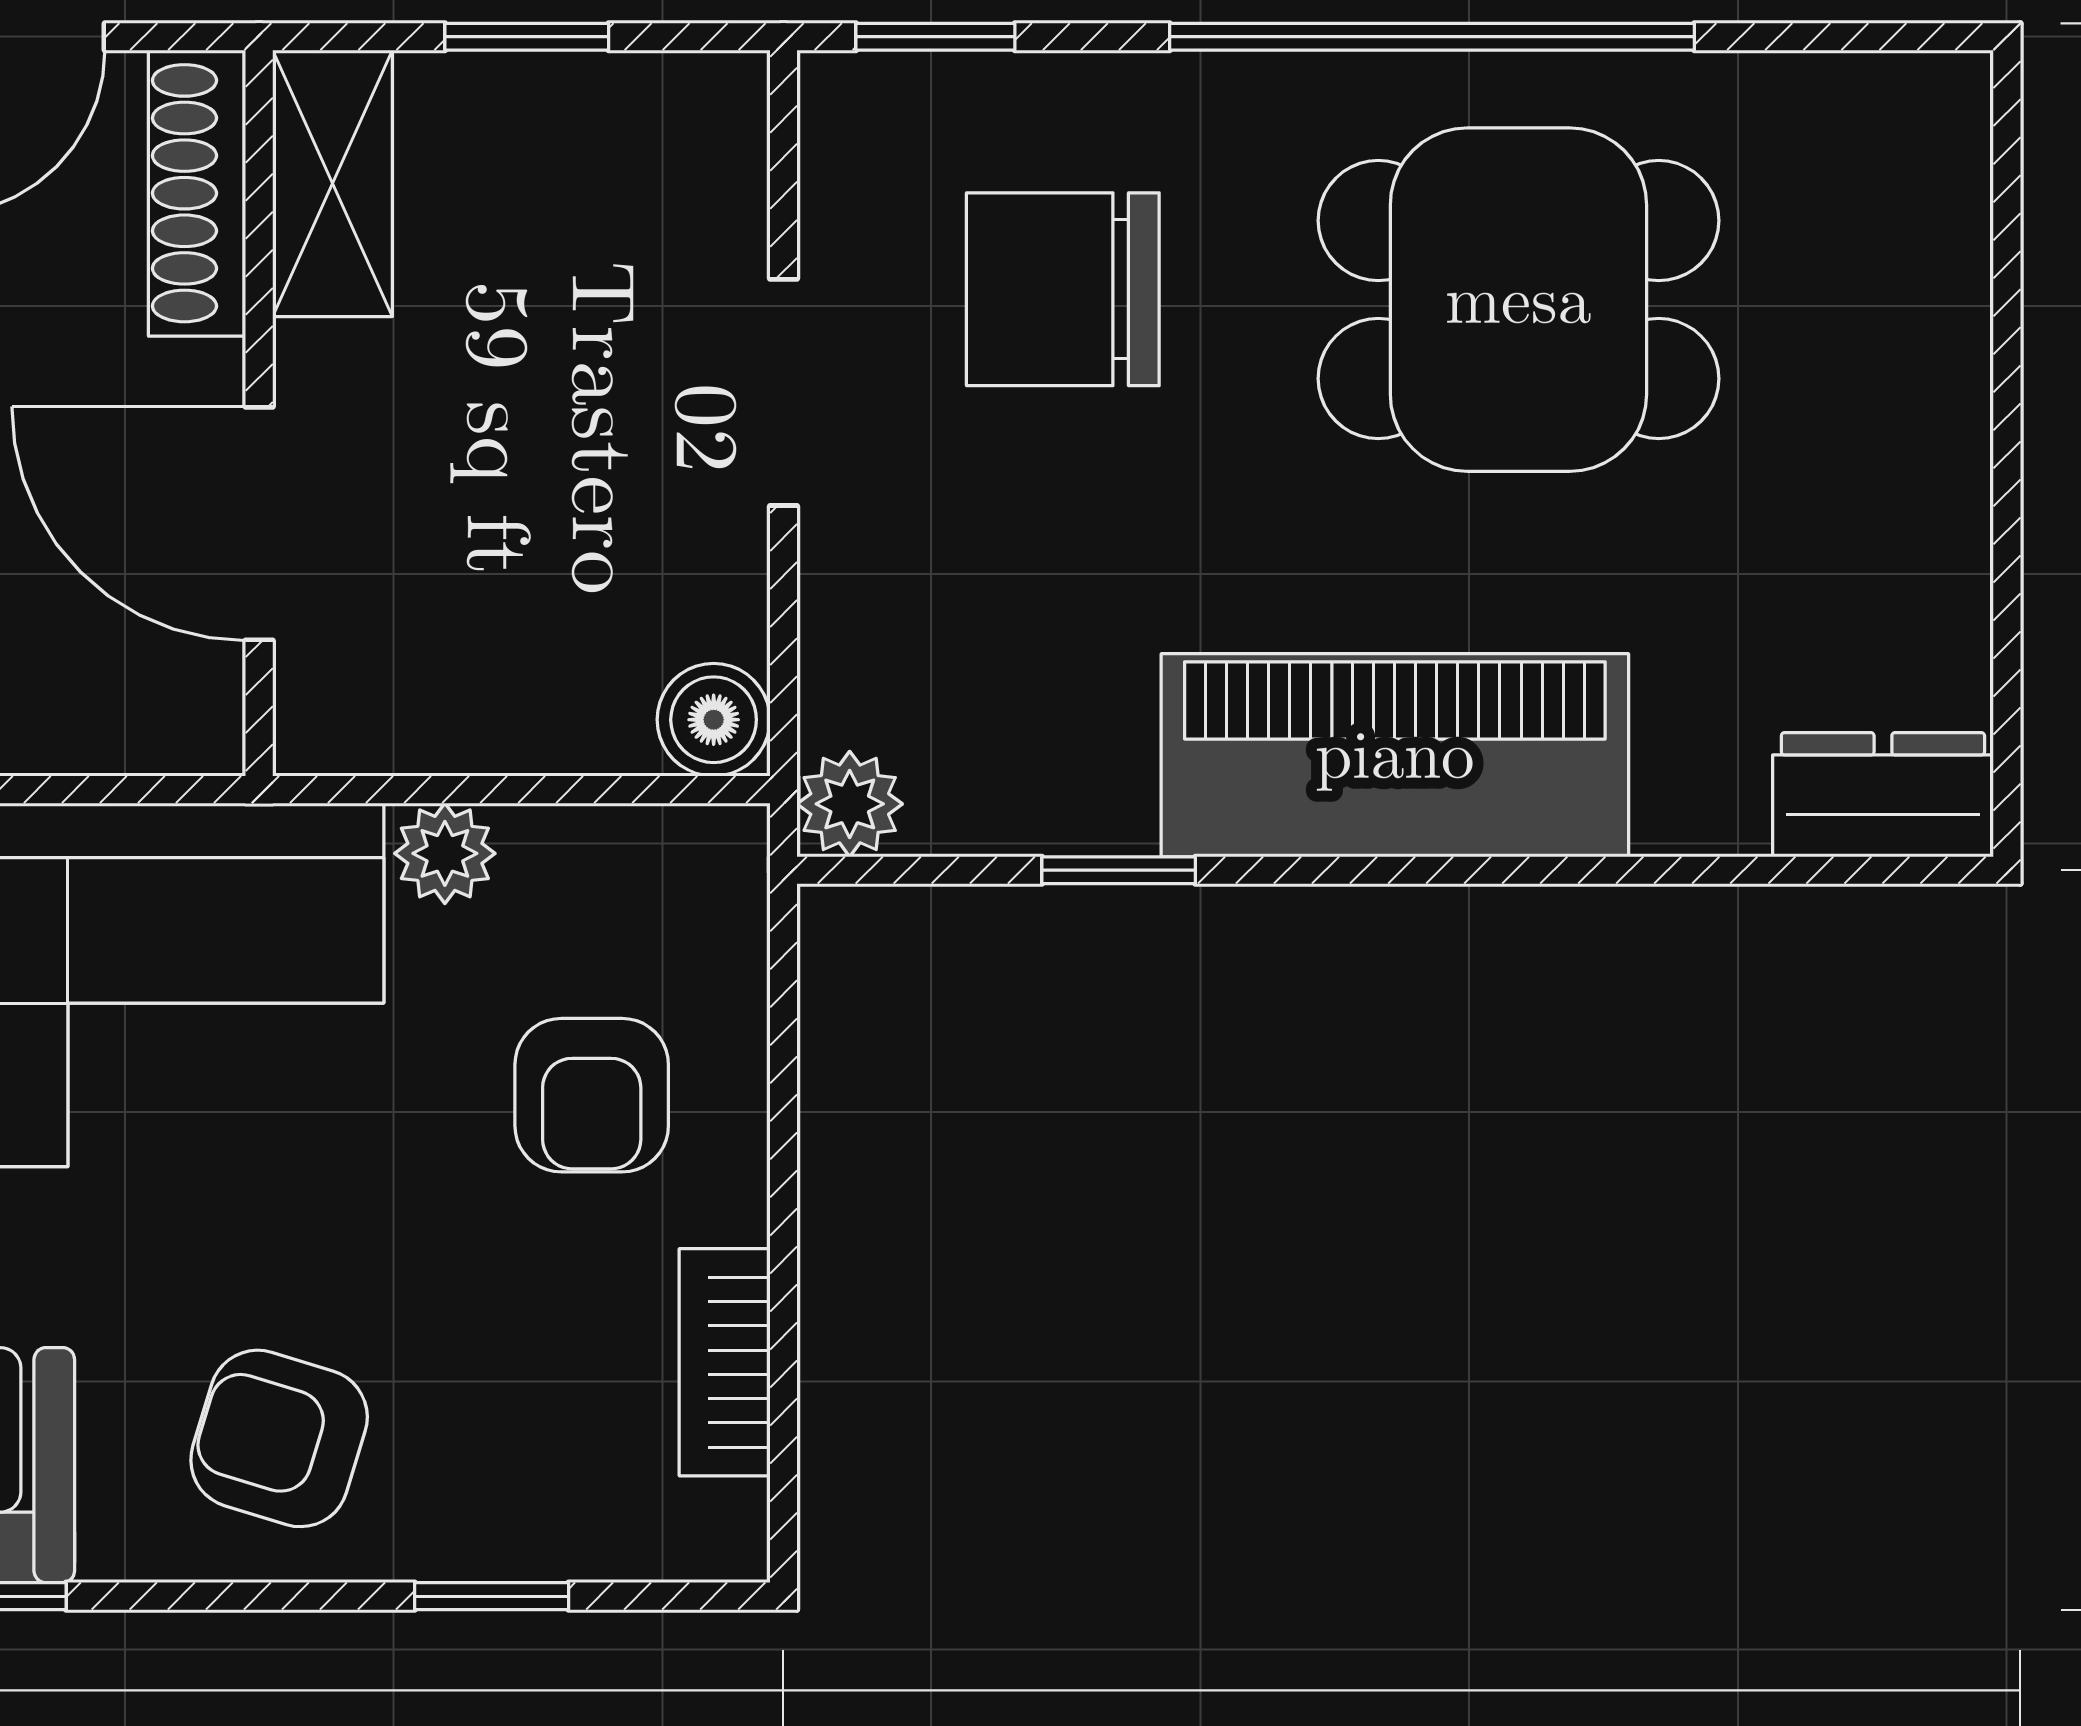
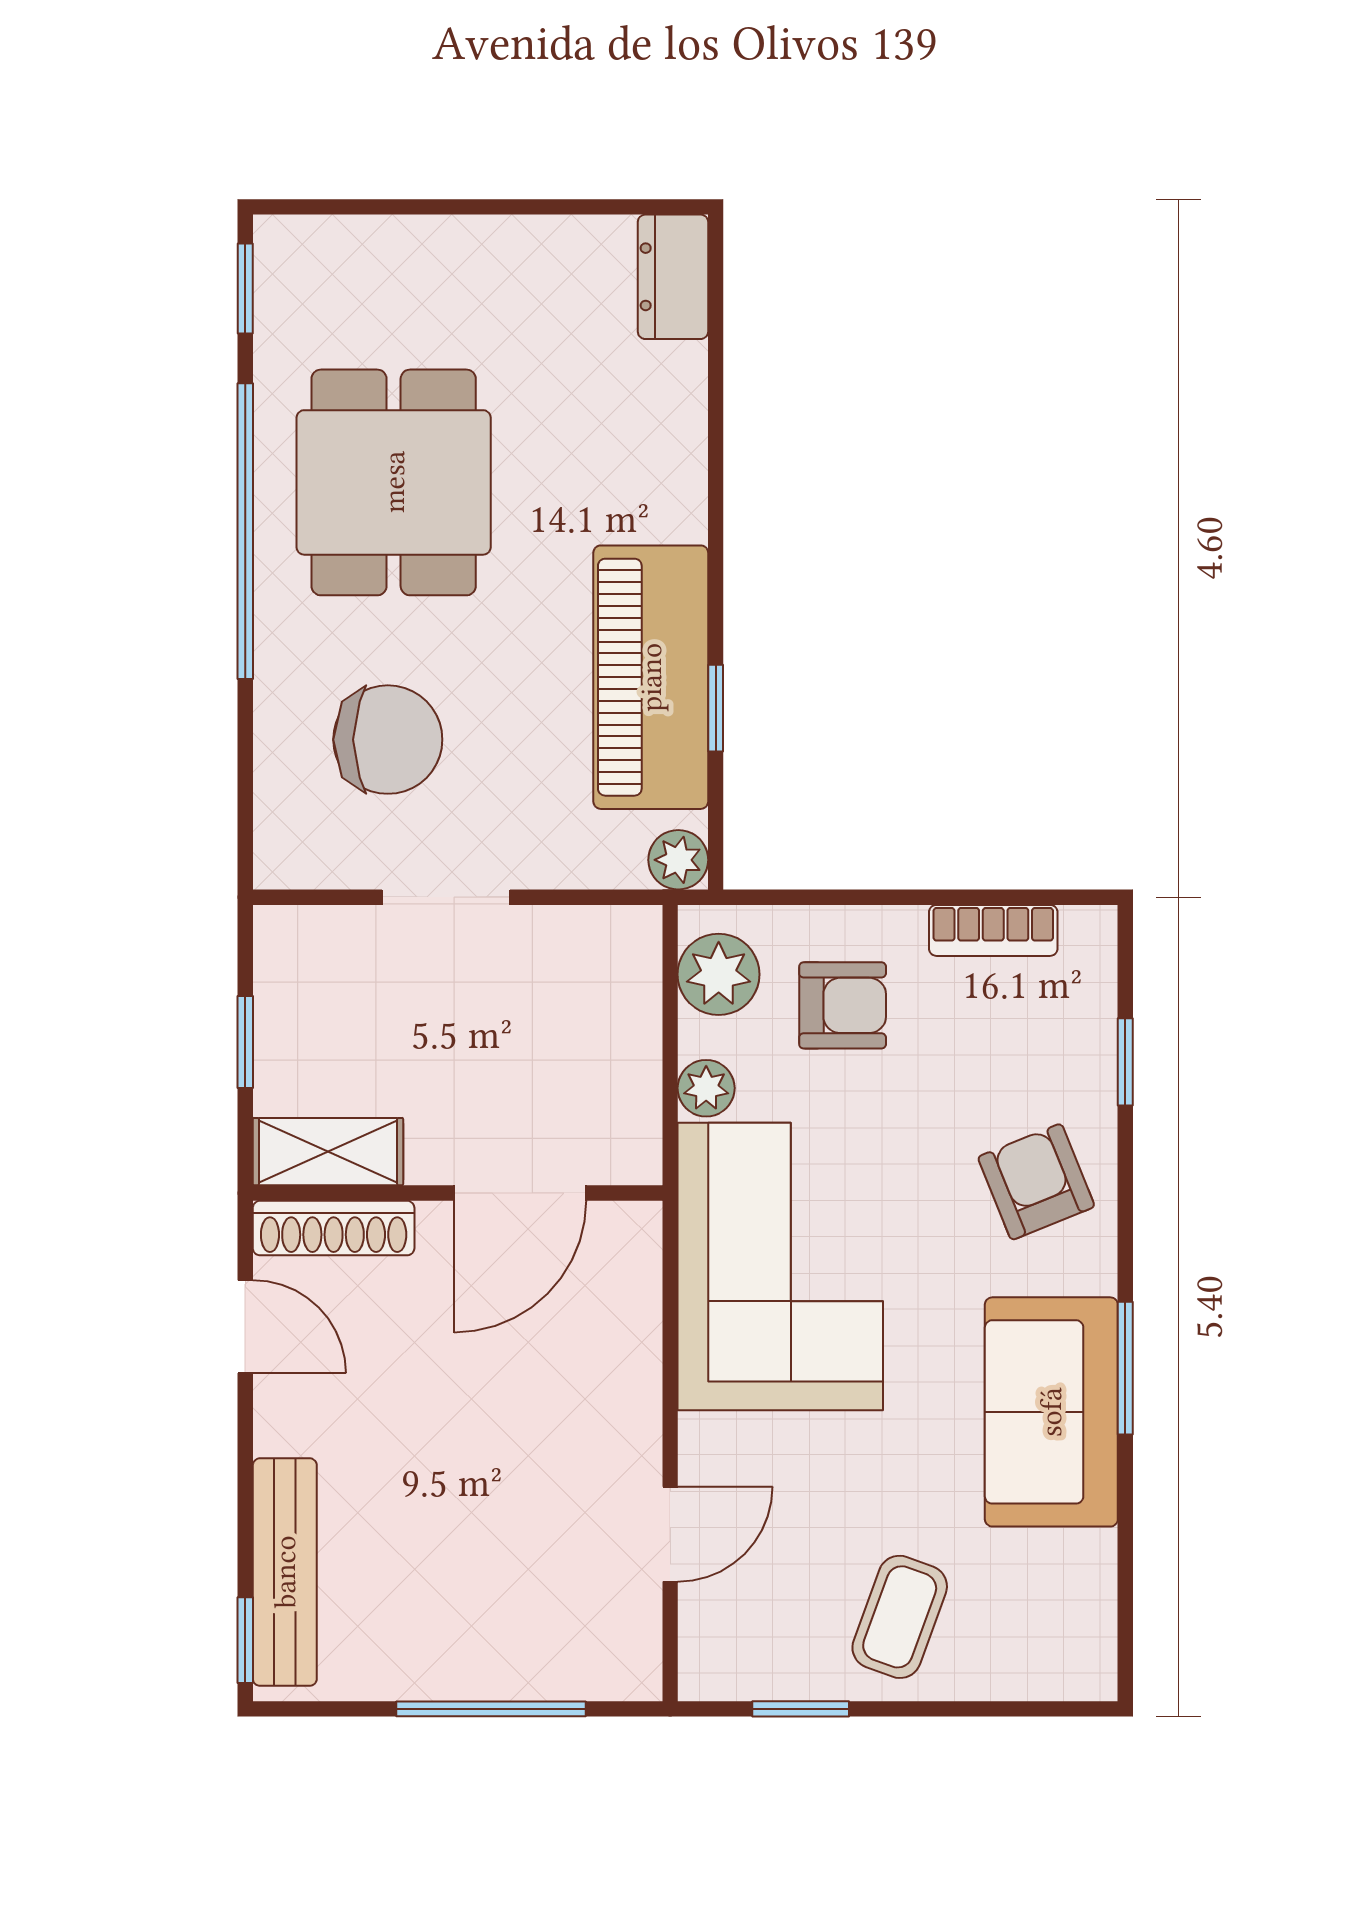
window: (935, 37) -> (245, 289), moved
chair: (1063, 289) -> (388, 740), turned -90
boiler: (714, 720) -> (631, 937), removed
piano: (1395, 755) -> (651, 677), moved
plant: (647, 875) -> (719, 974), added
armchair: (279, 1438) -> (1036, 1182), turned 141

